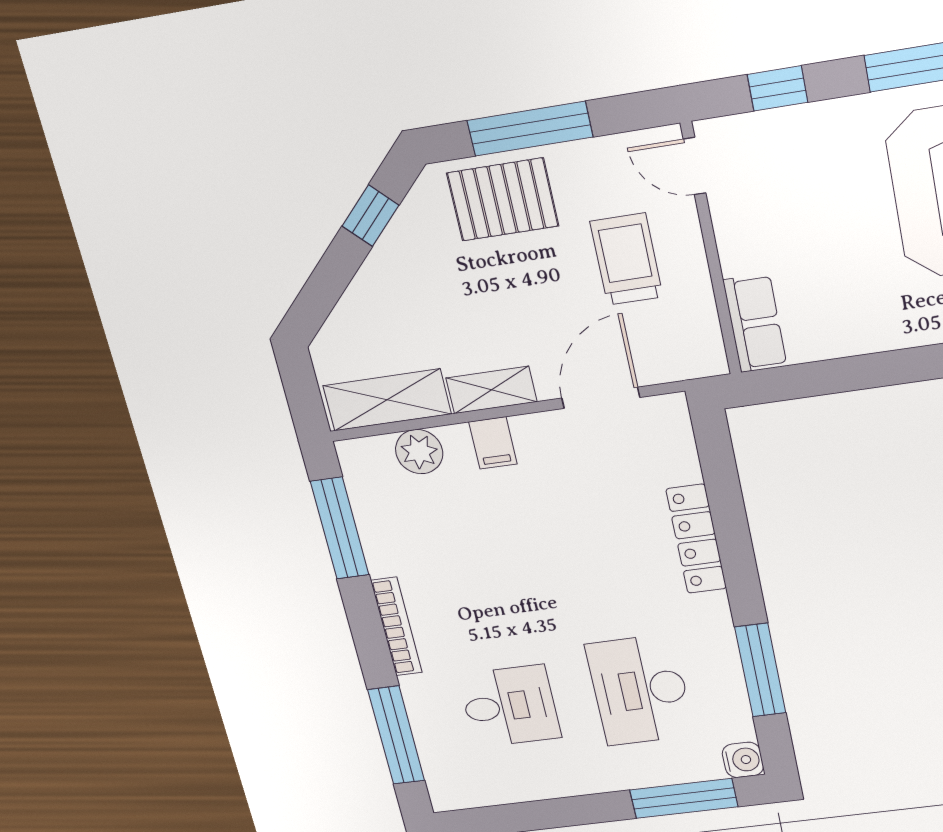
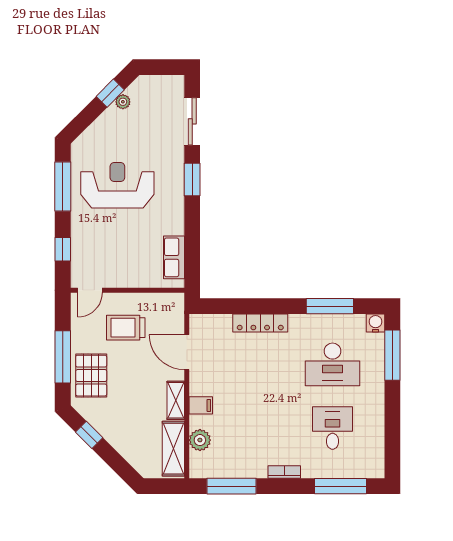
row of seats: (755, 323) -> (174, 257), moved, turned -90
bookcase: (396, 627) -> (284, 472), width x0.64

